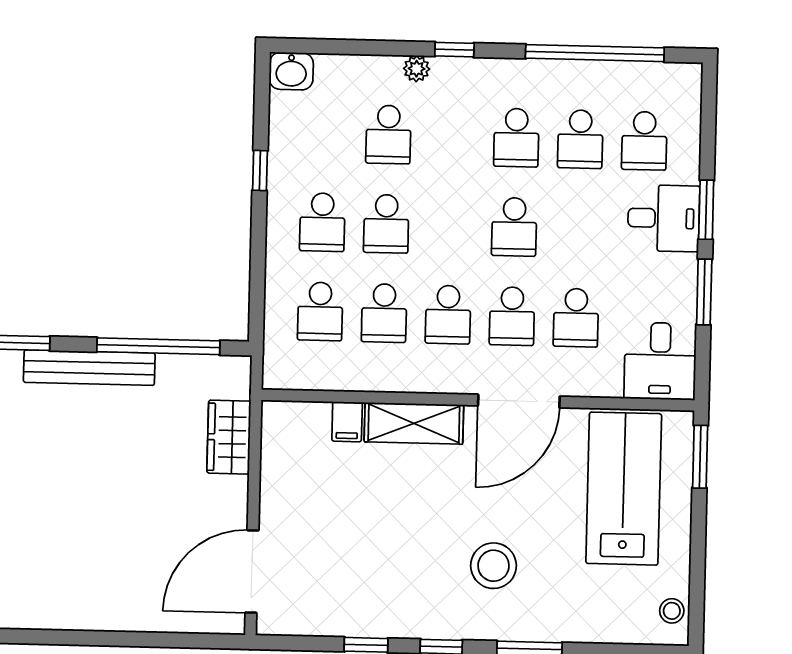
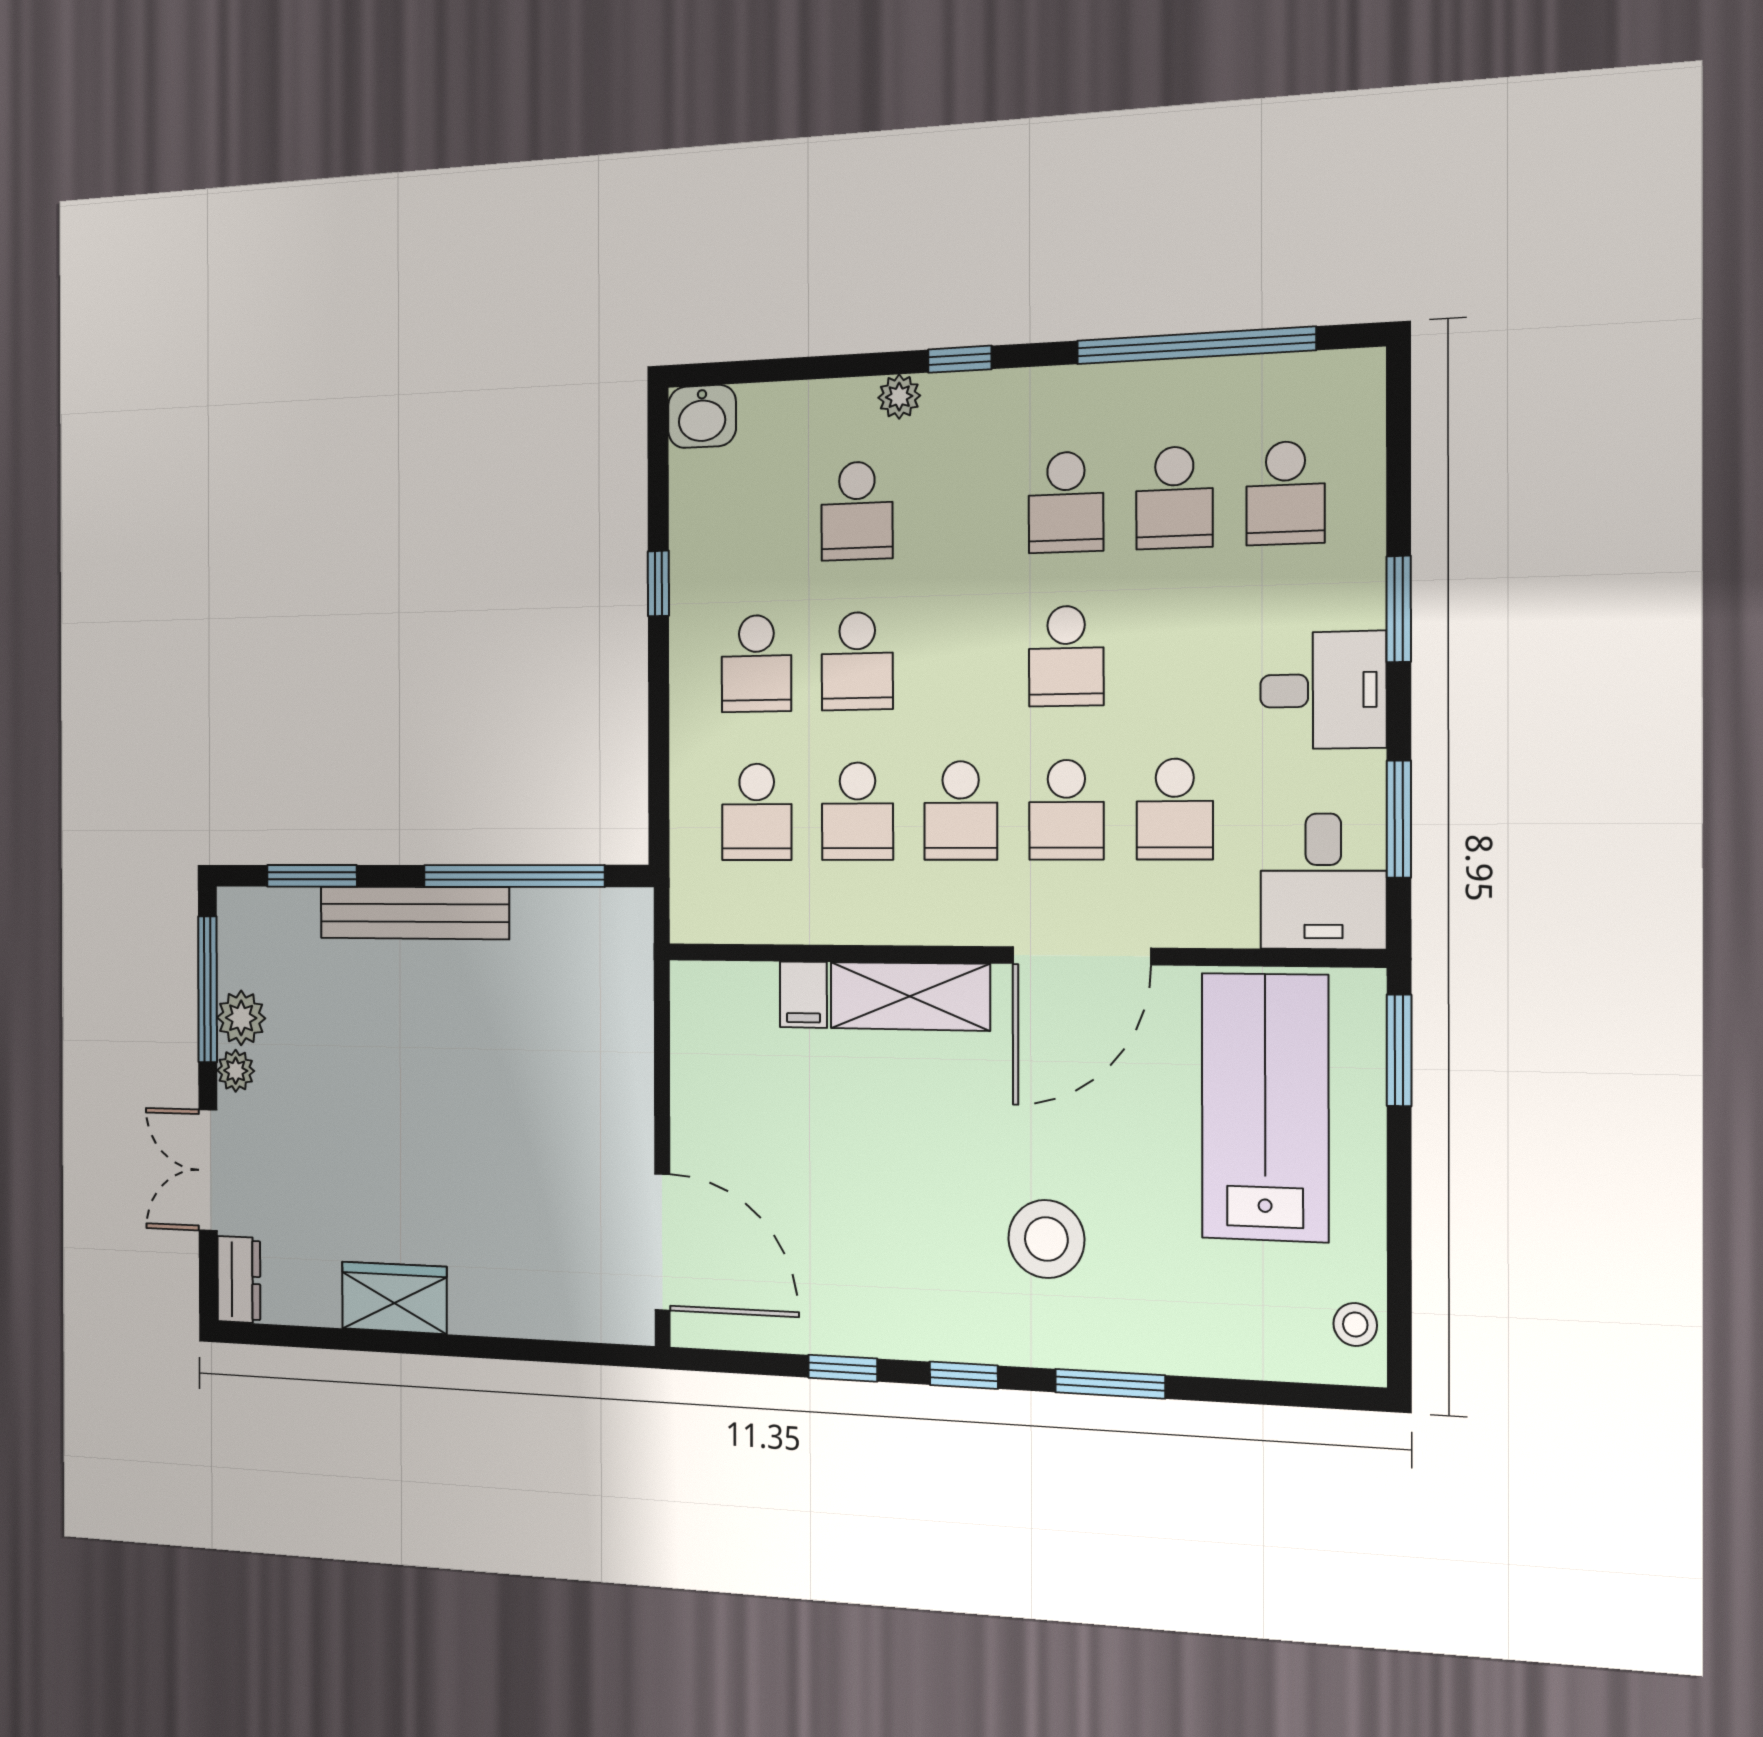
desk: (664, 218) -> (1323, 690), moved
window: (704, 292) -> (1399, 819), moved
wardrobe: (229, 437) -> (394, 1298), moved, turned 90
door: (252, 571) -> (662, 1242), swing flipped

